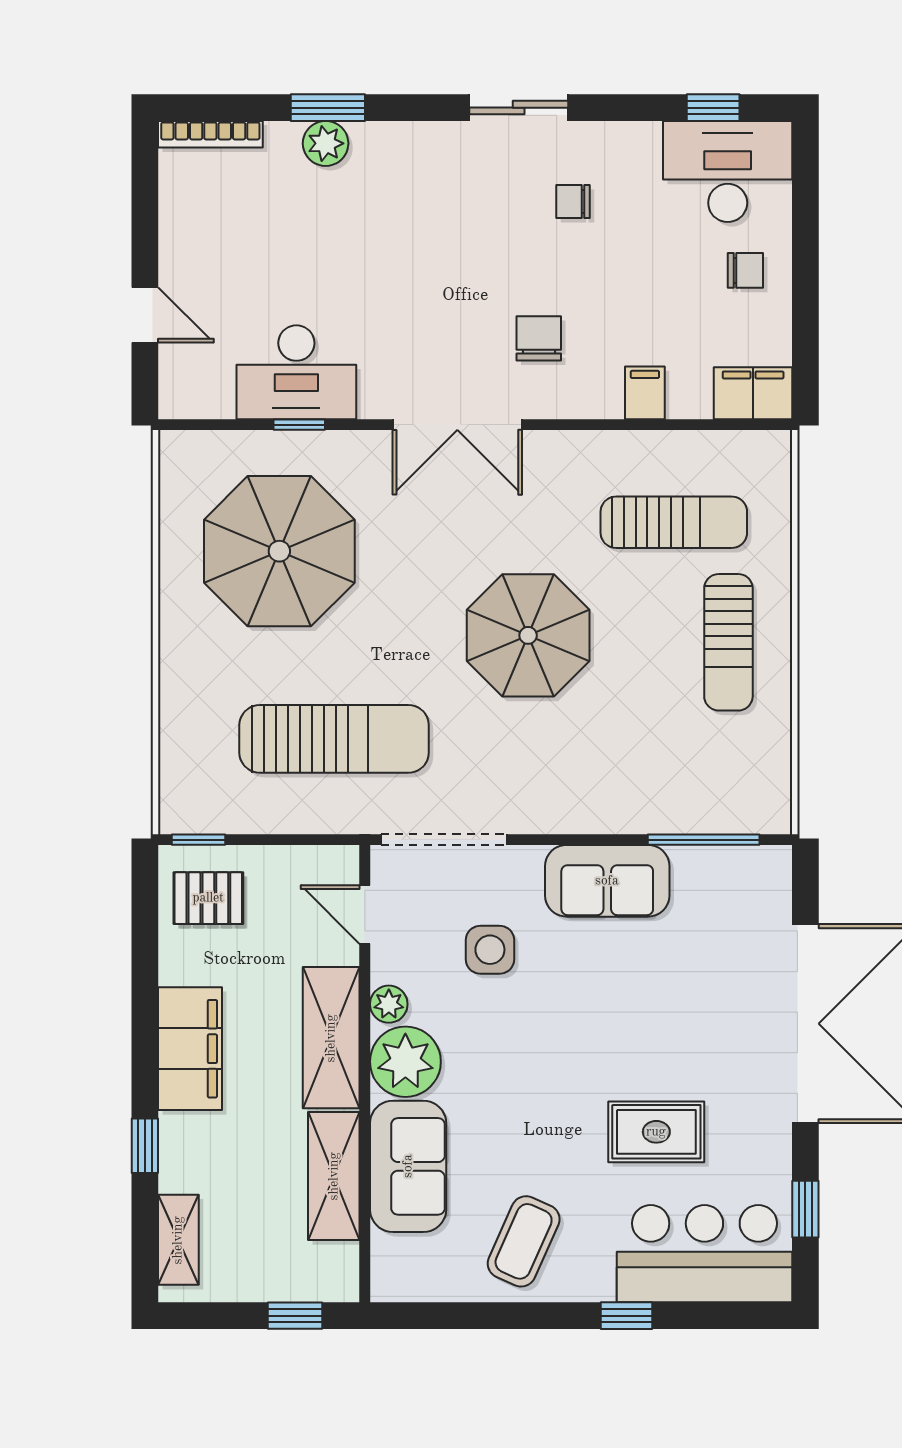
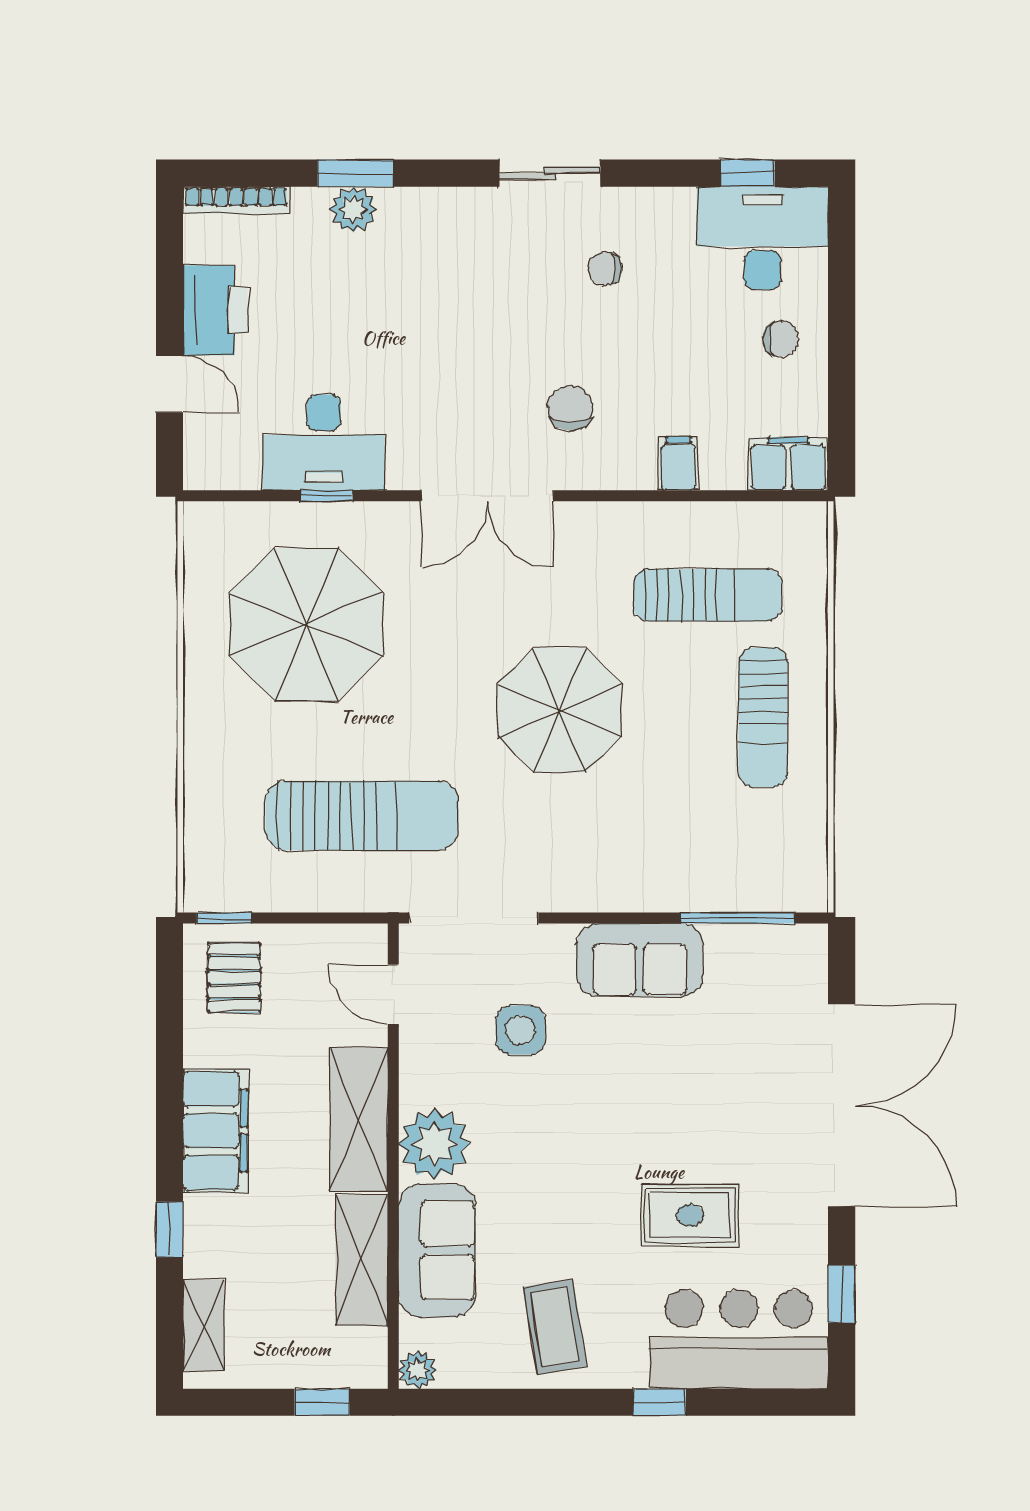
printer: (190, 242) -> (215, 310), added
pallet: (208, 898) -> (234, 978), turned 90
plant: (389, 1004) -> (418, 1370), moved
coffee table: (524, 1241) -> (555, 1327), turned -33

